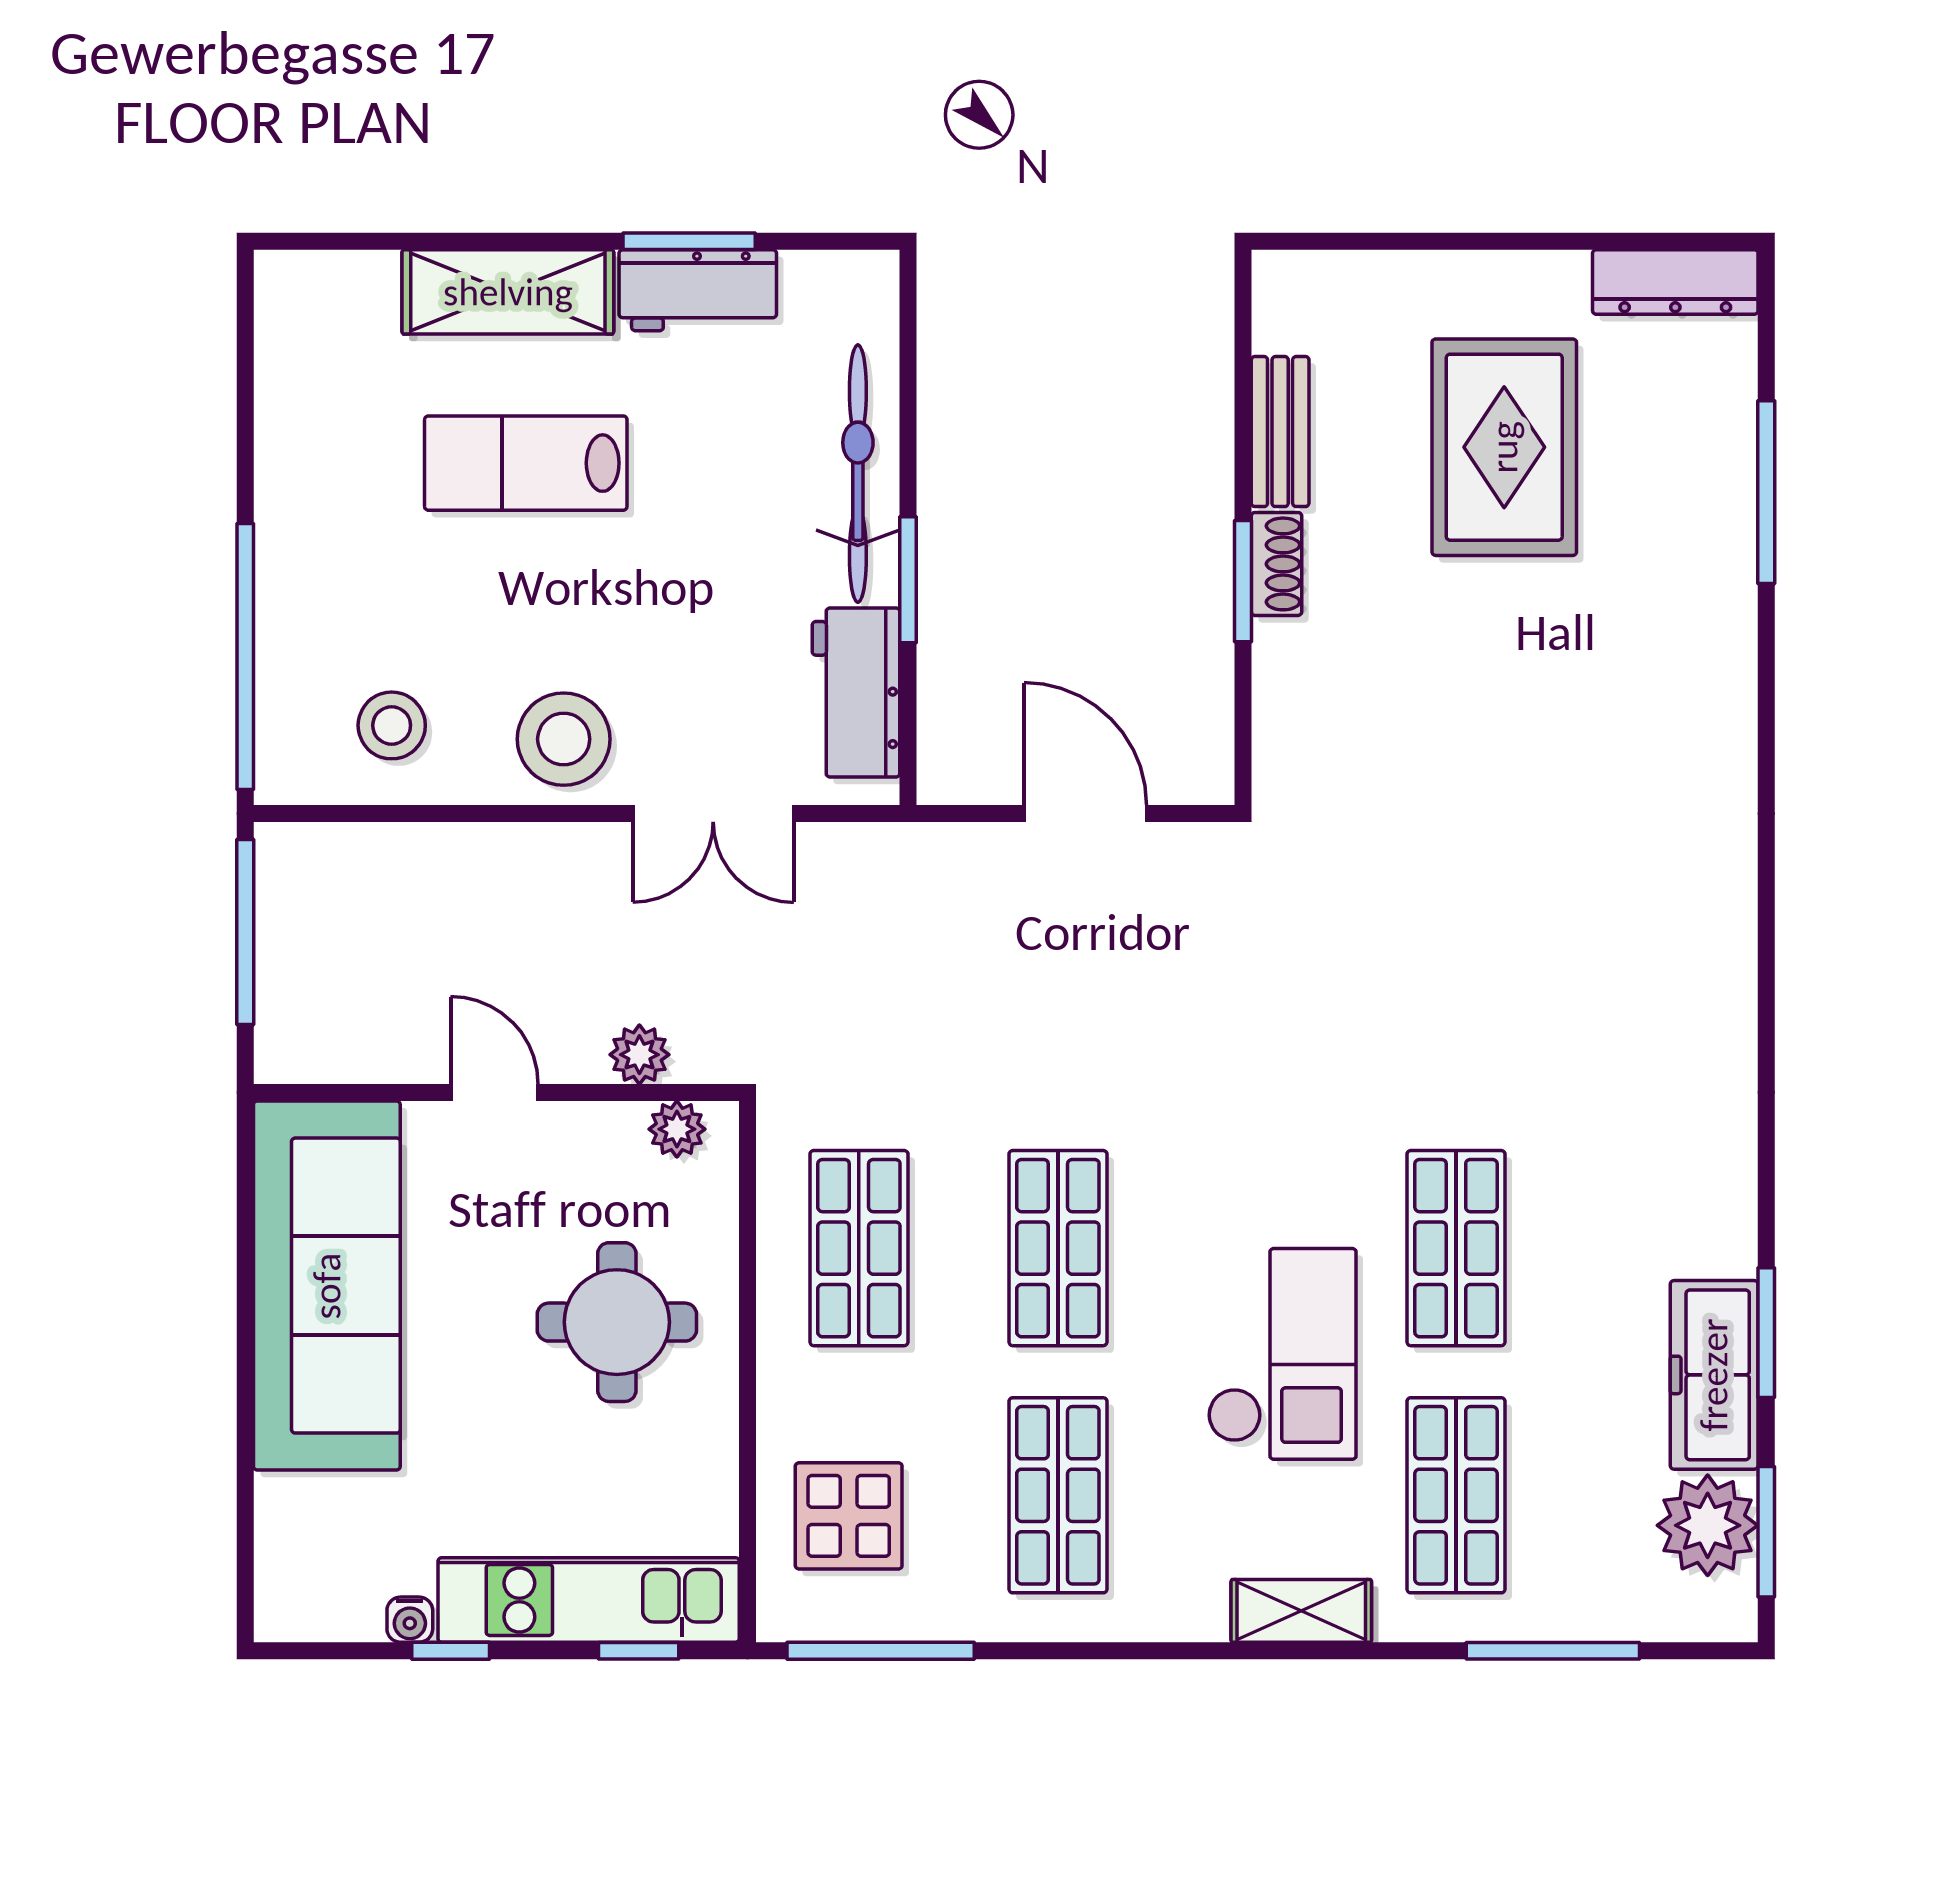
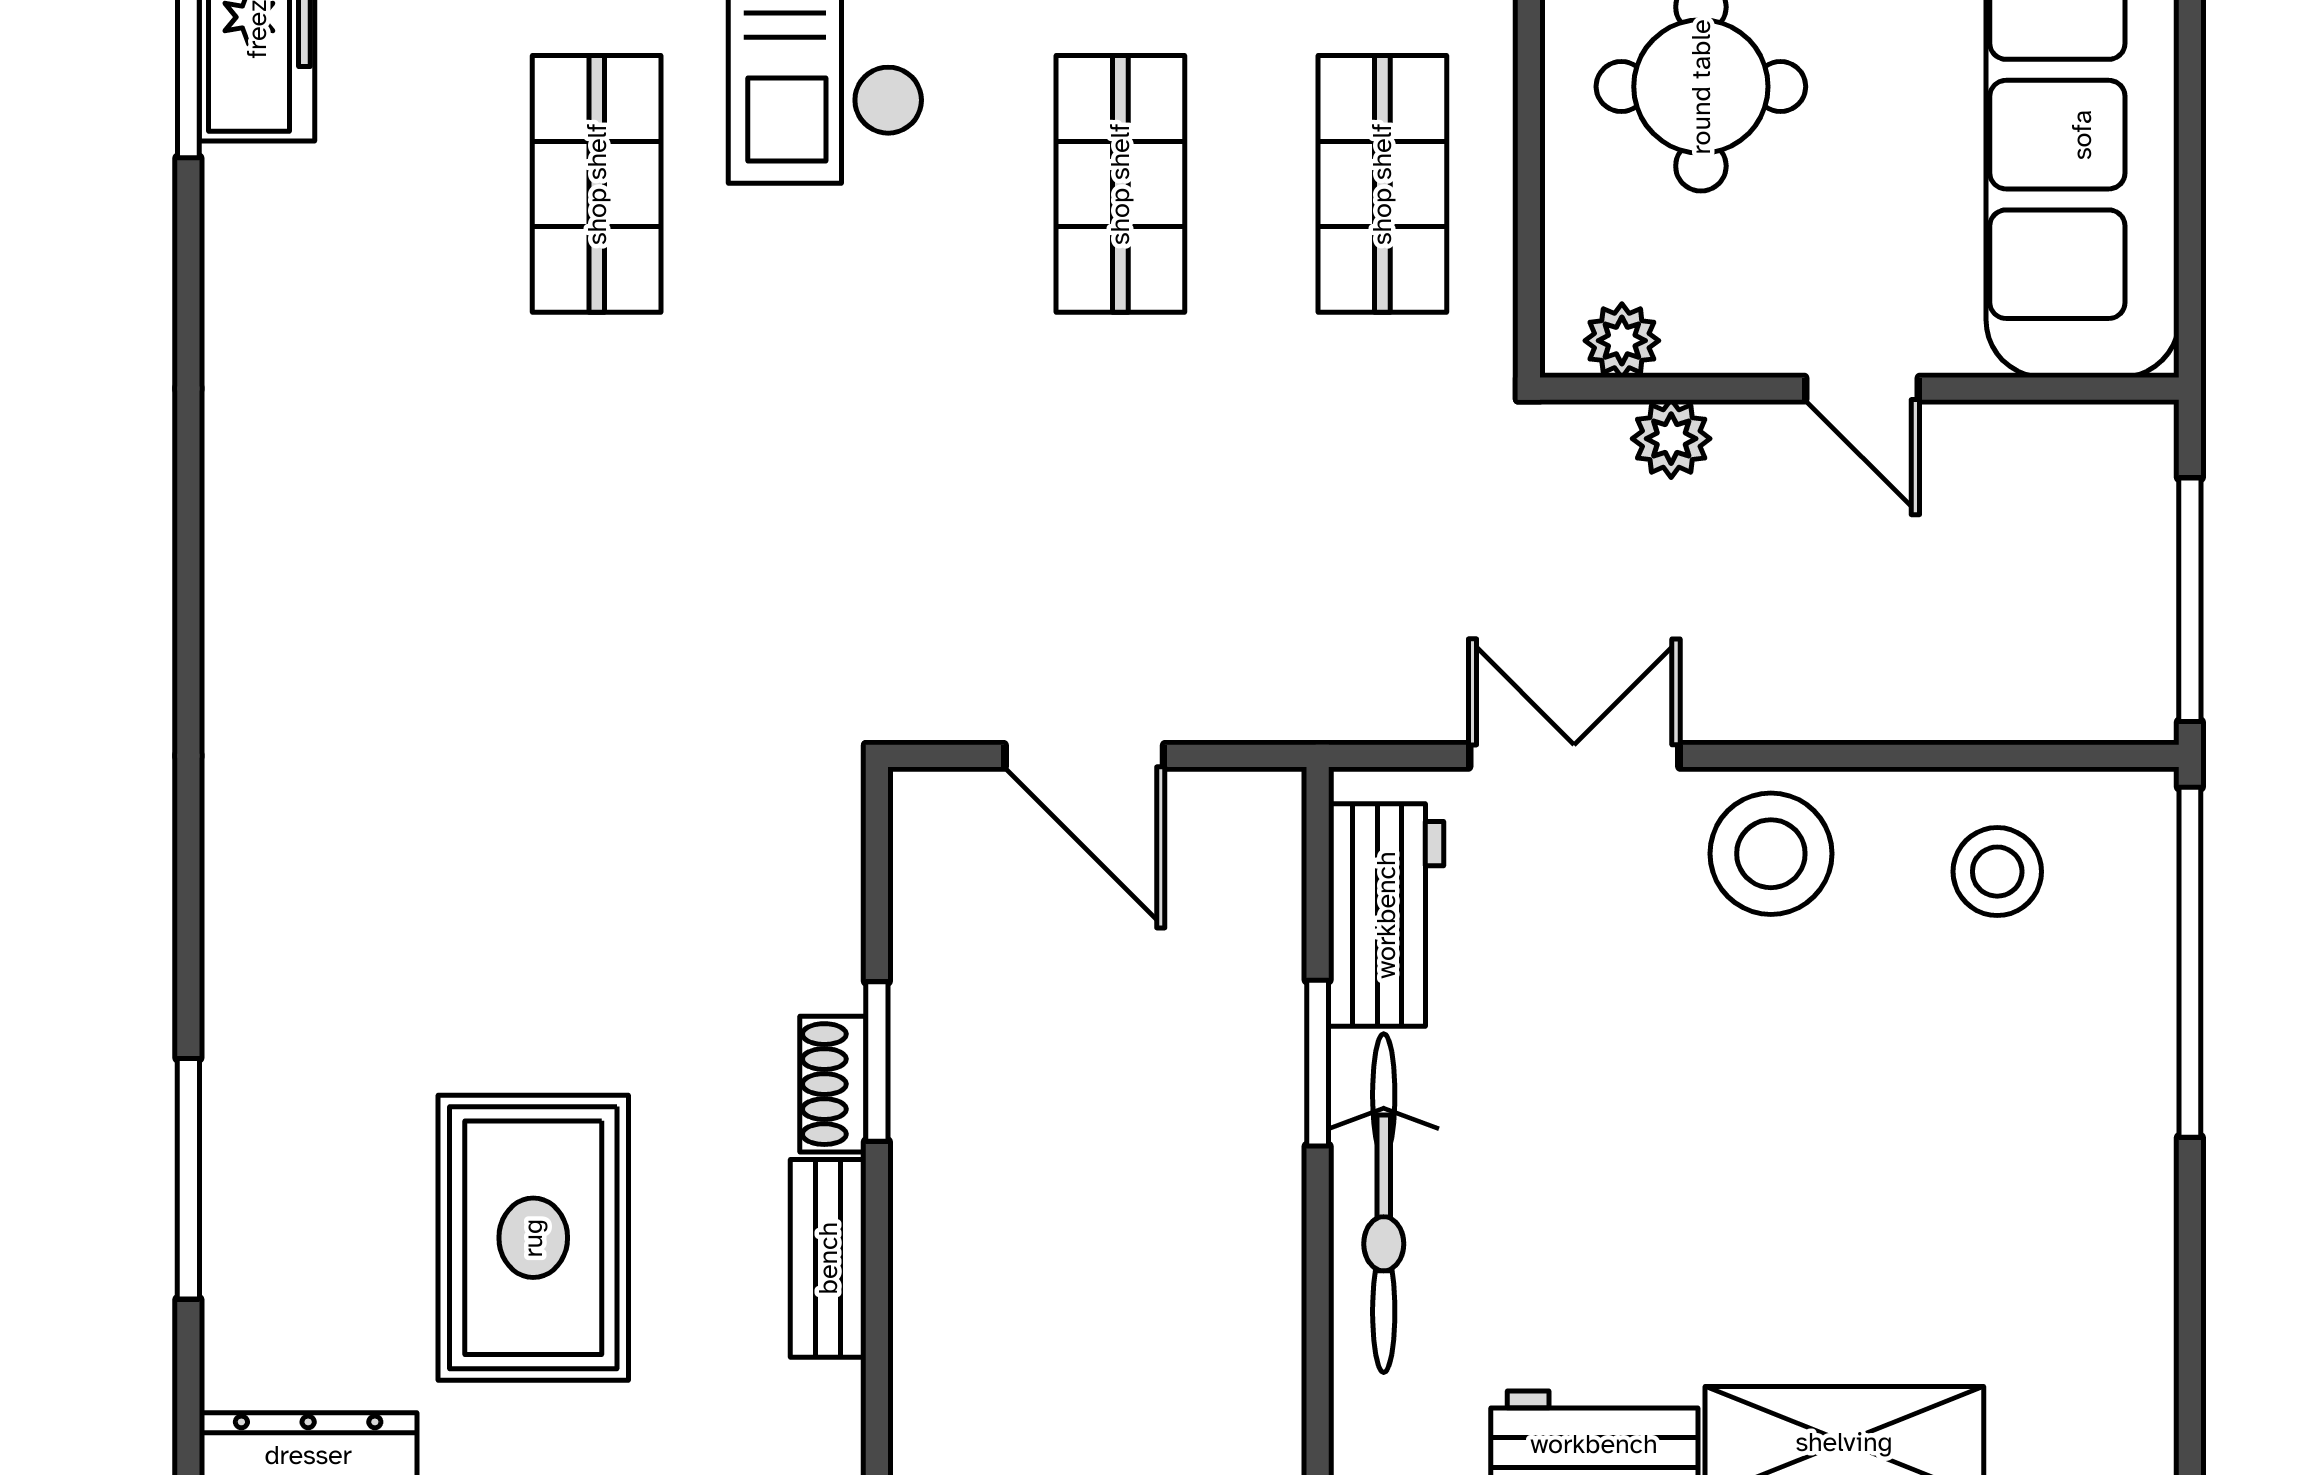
lab bench: (526, 463) -> (1821, 1217), removed

